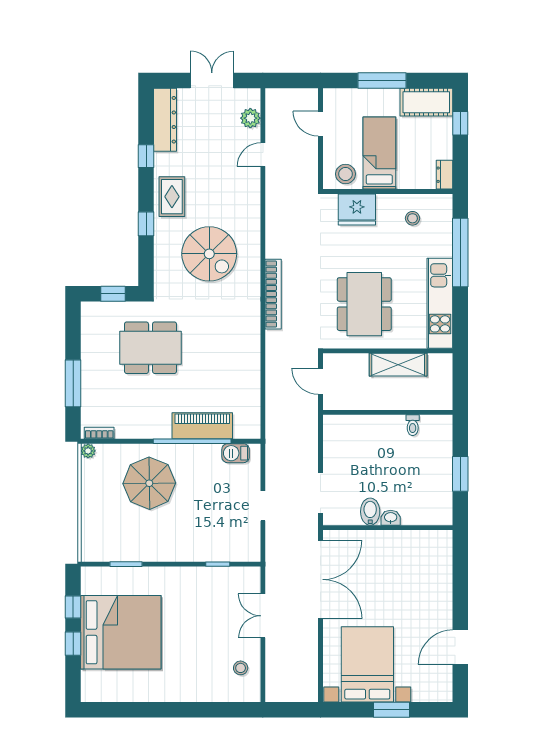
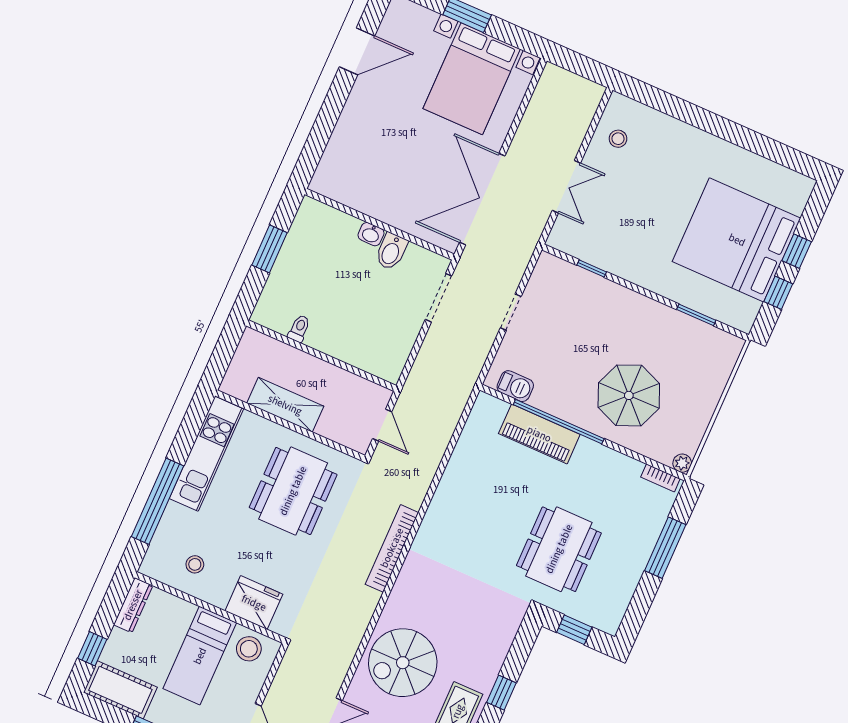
dresser: (444, 175) -> (133, 605), width x1.44
spiral stairs: (209, 254) -> (403, 663), moved, turned -90
dining table: (150, 348) -> (559, 549), turned 90

